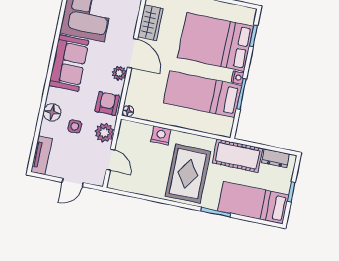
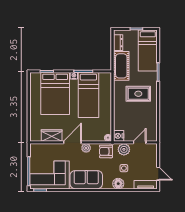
nightstand: (161, 136) -> (119, 136), moved
rug: (188, 174) -> (138, 94), width x0.73, depth x0.70
door: (73, 182) -> (158, 174), moved

